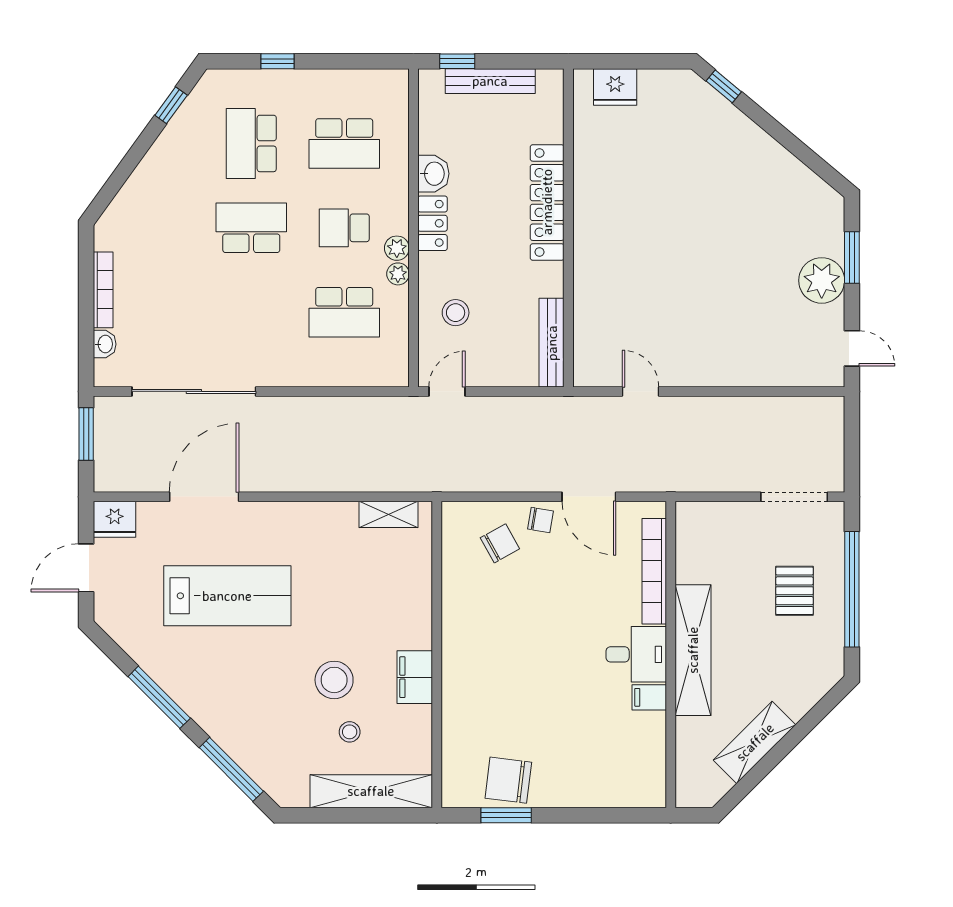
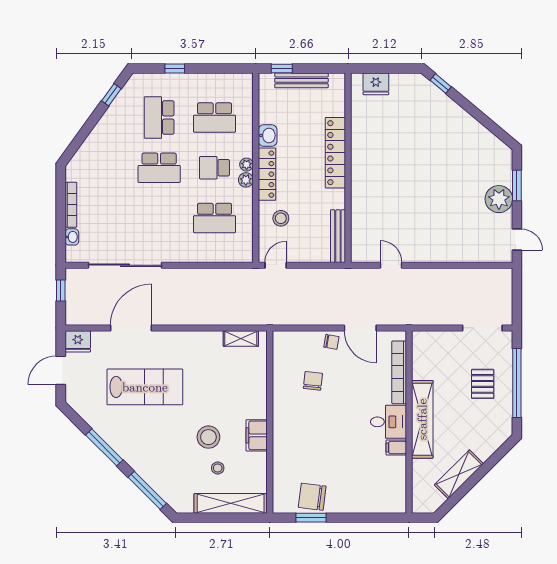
locker: (432, 223) -> (267, 174), width x1.53
school desk: (251, 228) -> (159, 168), turned 180
plant: (398, 274) -> (247, 165), moved
window: (86, 434) -> (61, 291), width x0.67
chair: (500, 543) -> (313, 381), moved, turned -55

